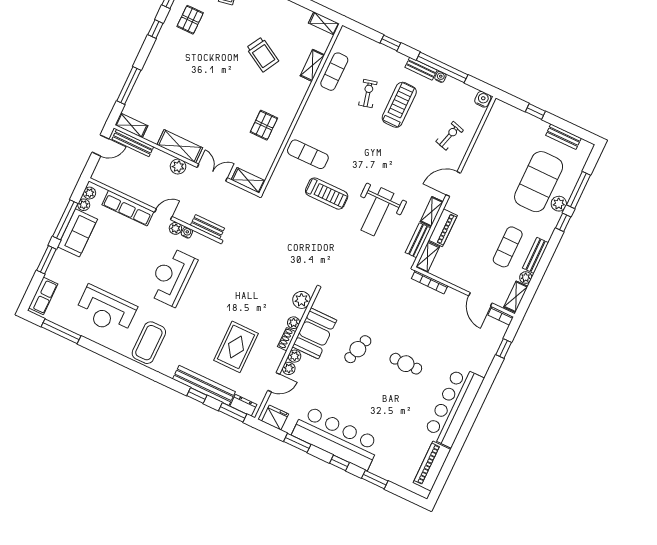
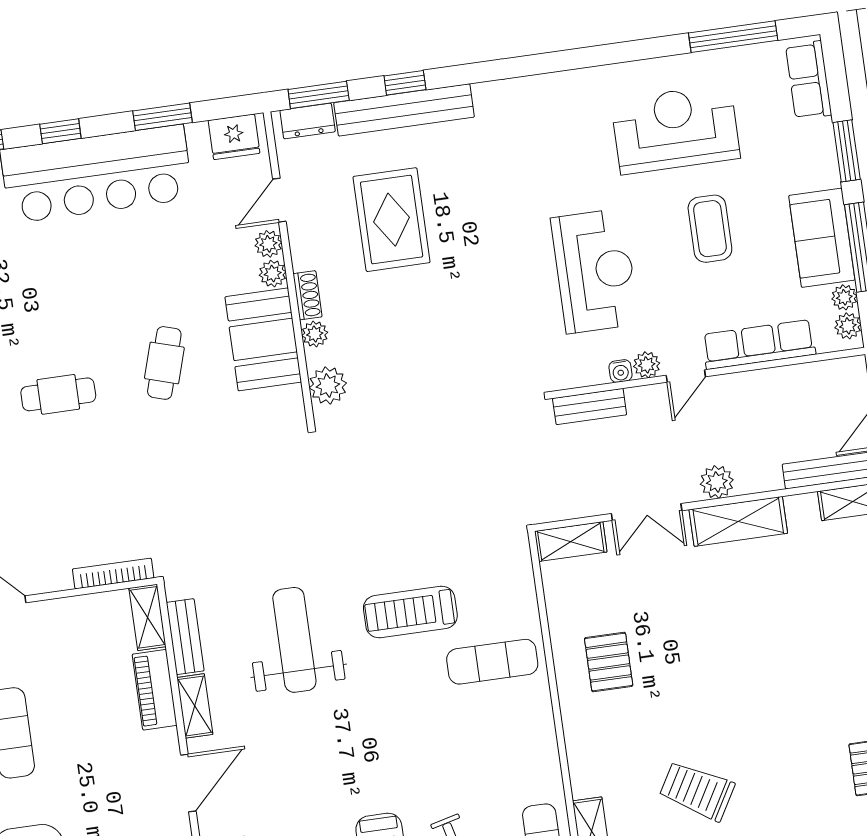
coffee table: (149, 343) -> (710, 229), moved, width x0.73, depth x0.76

